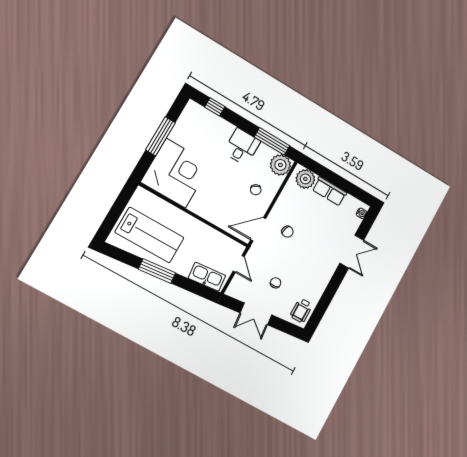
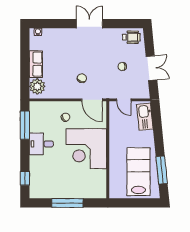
plant: (280, 165) -> (38, 110), removed
corner desk: (176, 173) -> (86, 149), moved, turned -90
double door: (352, 252) -> (90, 24), moved
door: (239, 264) -> (124, 100), swing flipped
window: (157, 271) -> (162, 170), moved

